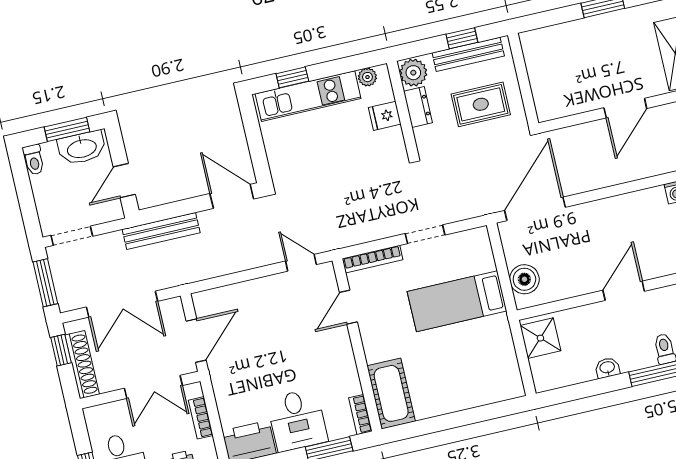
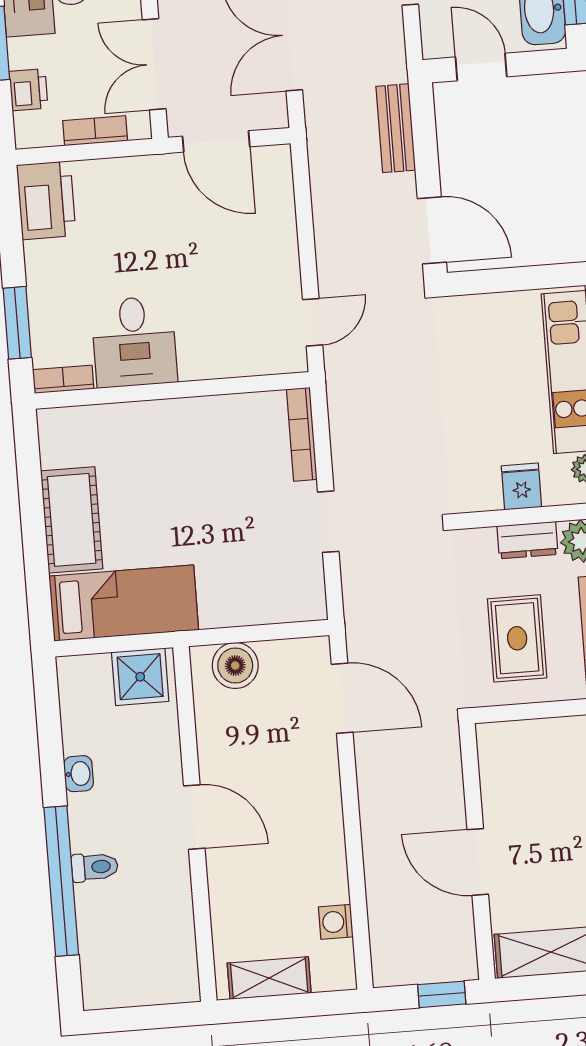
door: (232, 196) -> (432, 230), hinge flipped
door: (535, 209) -> (342, 698), width x0.73
bench: (161, 231) -> (396, 128), width x0.73
bed: (457, 301) -> (124, 603), moved, turned 90
door: (348, 307) -> (233, 386), removed
cot: (391, 393) -> (72, 520), moved, turned 90
desk: (297, 420) -> (134, 342), moved, turned -90

